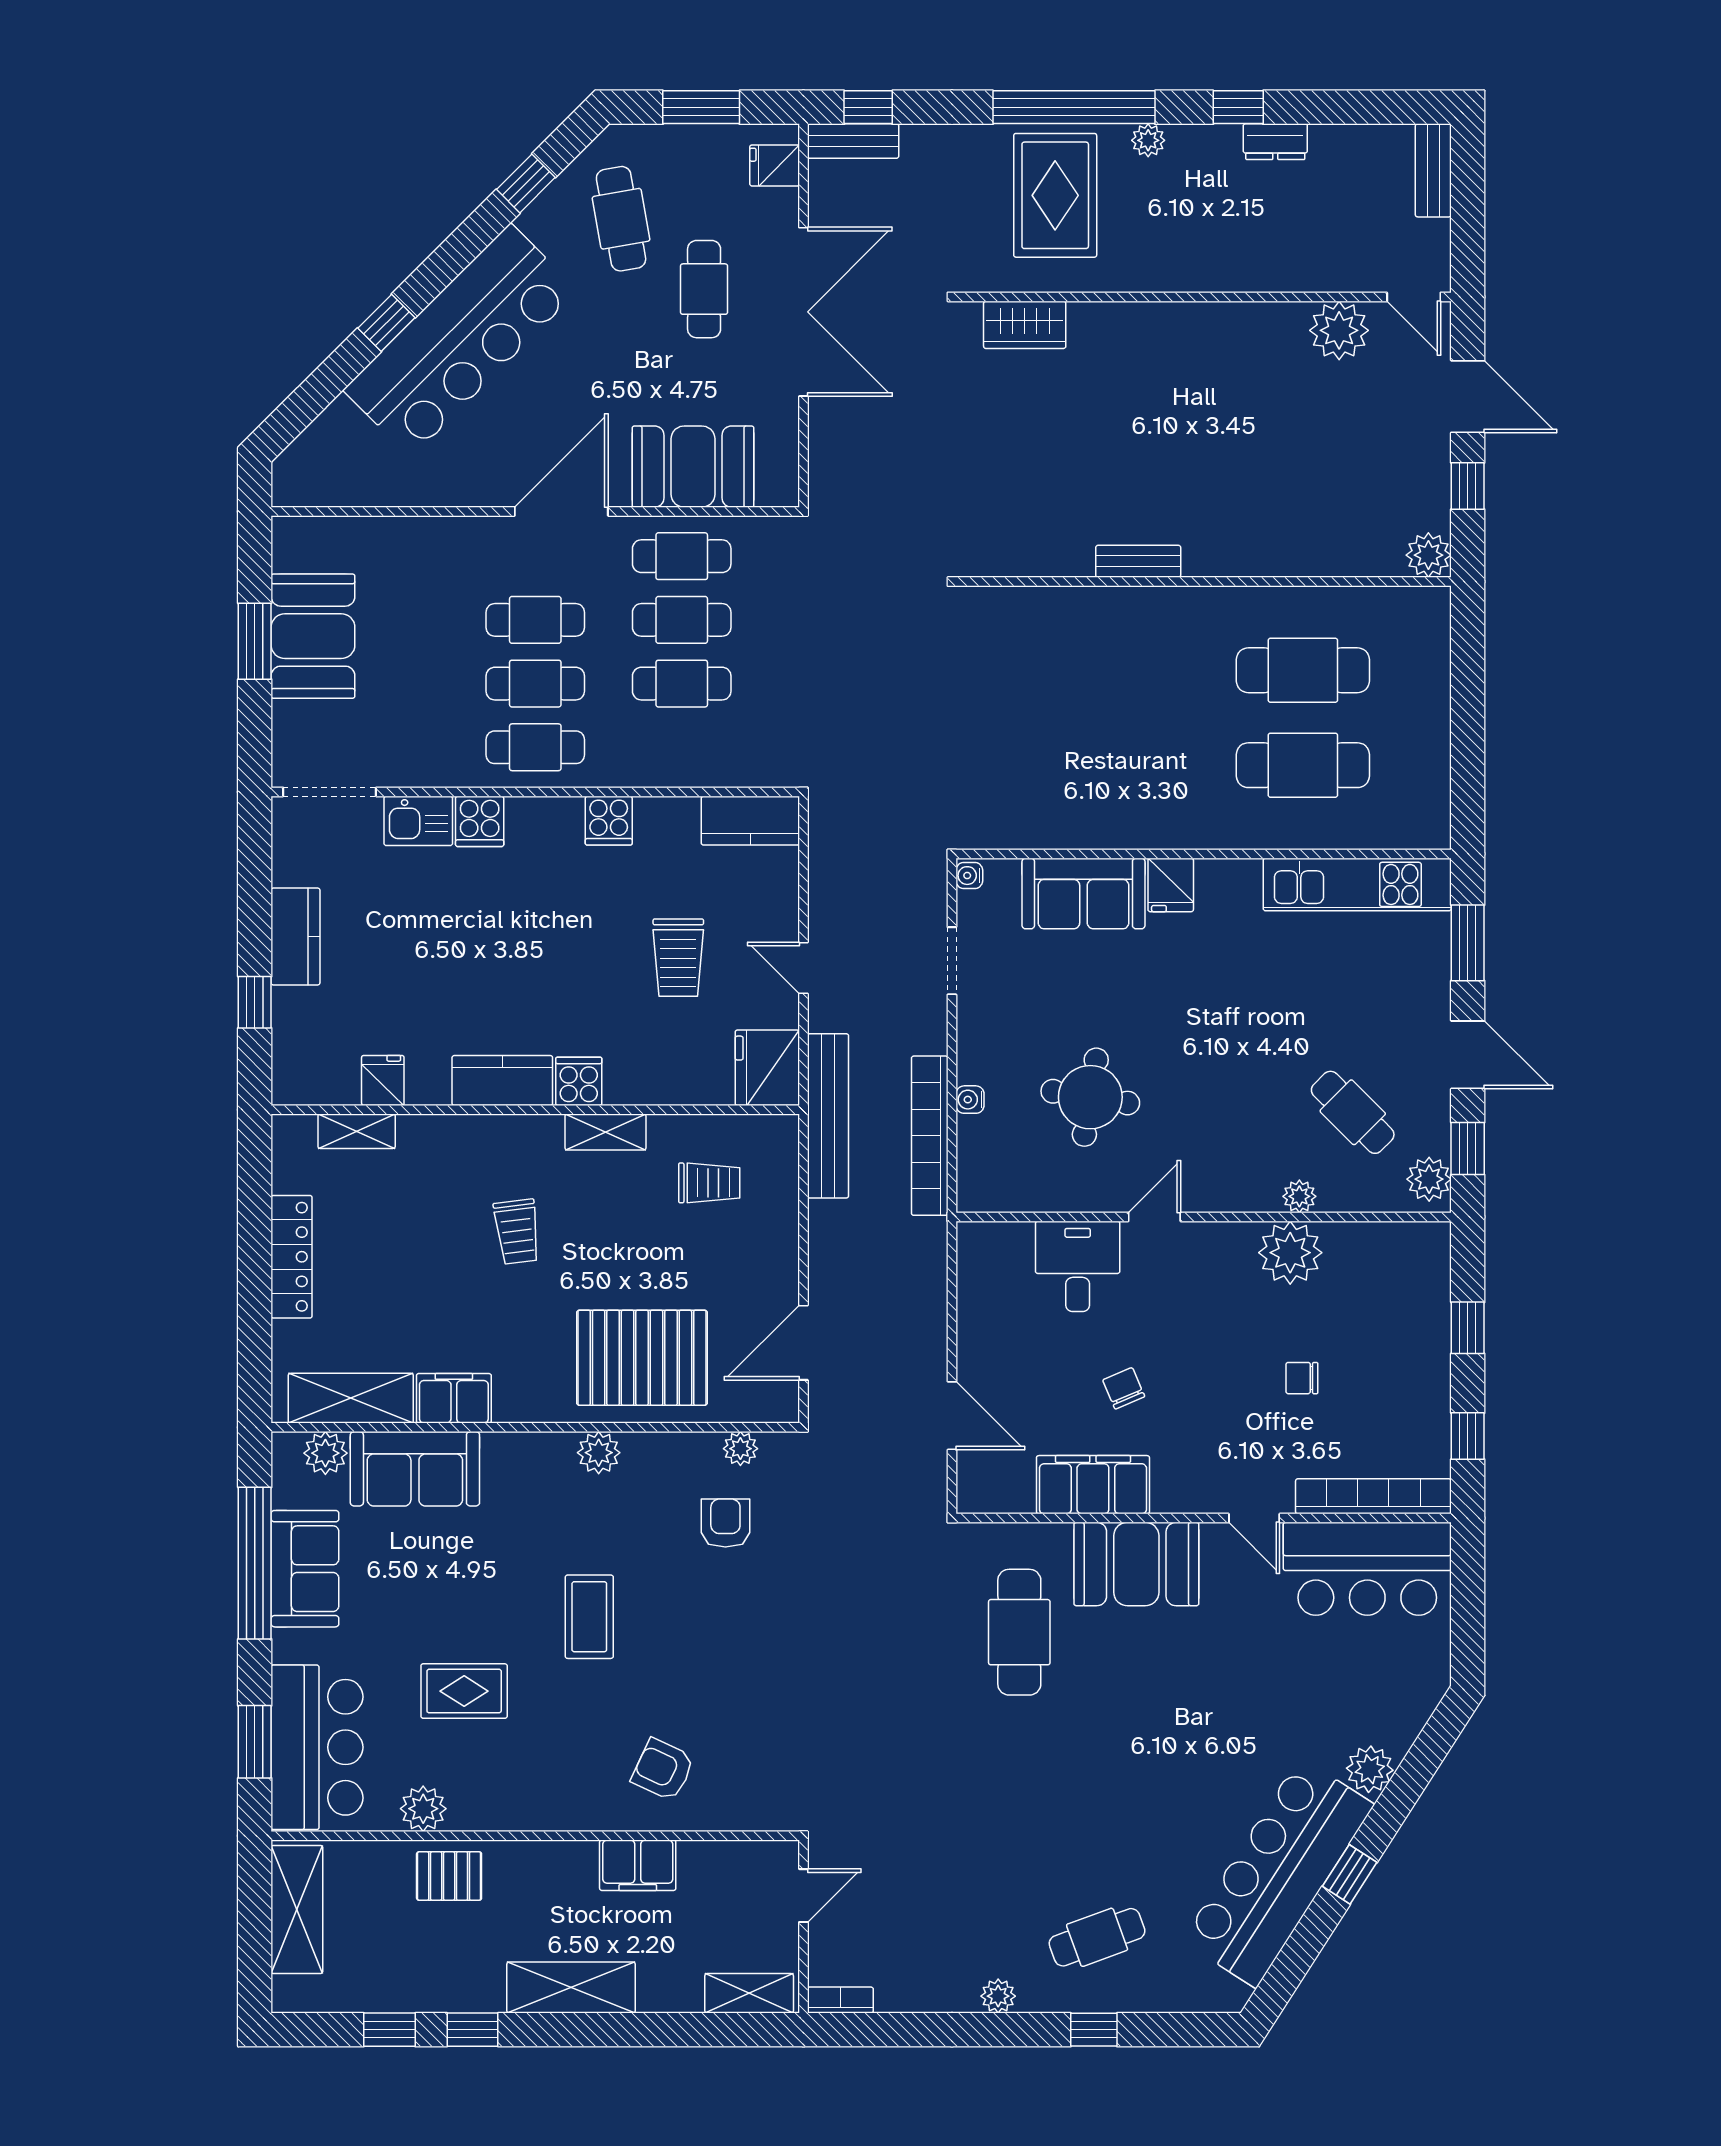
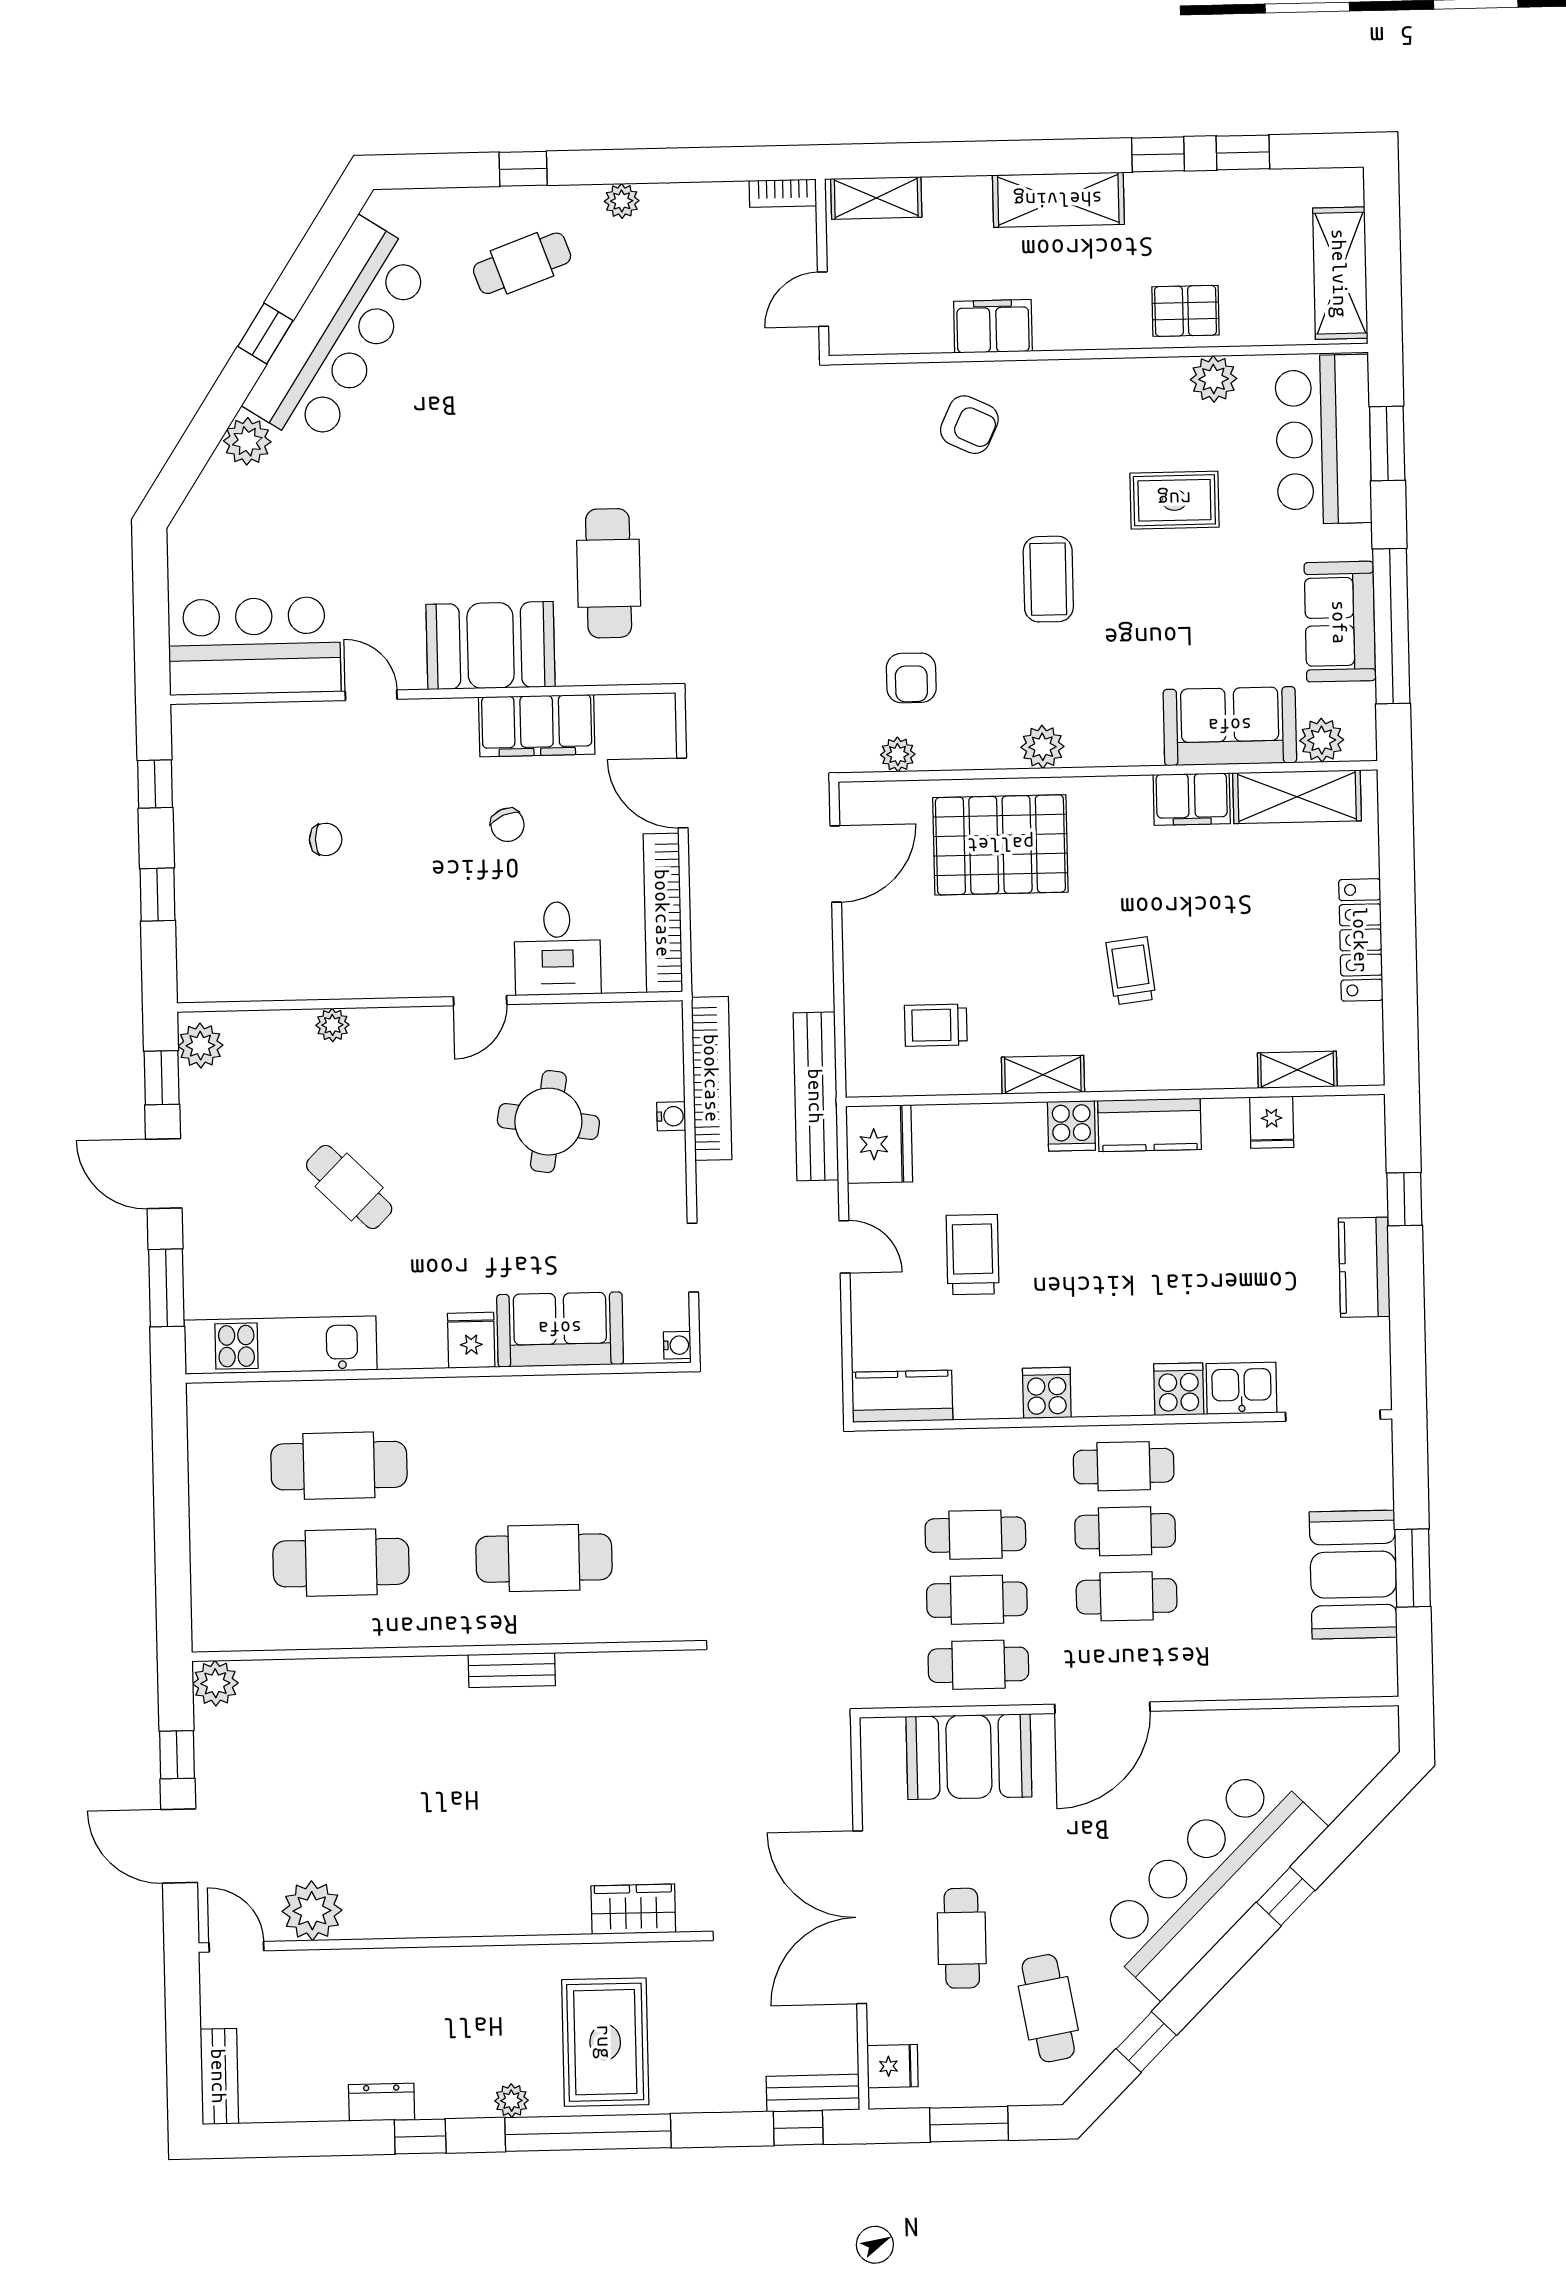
cafe table: (1104, 670) -> (544, 1558), added
cafe table: (1353, 1112) -> (349, 1187), moved
plant: (1290, 1253) -> (341, 967), removed
bookcase: (1373, 1496) -> (663, 913), moved, turned 90

